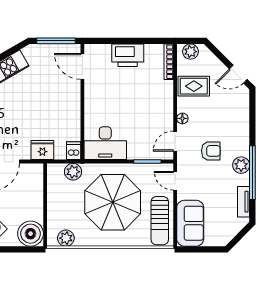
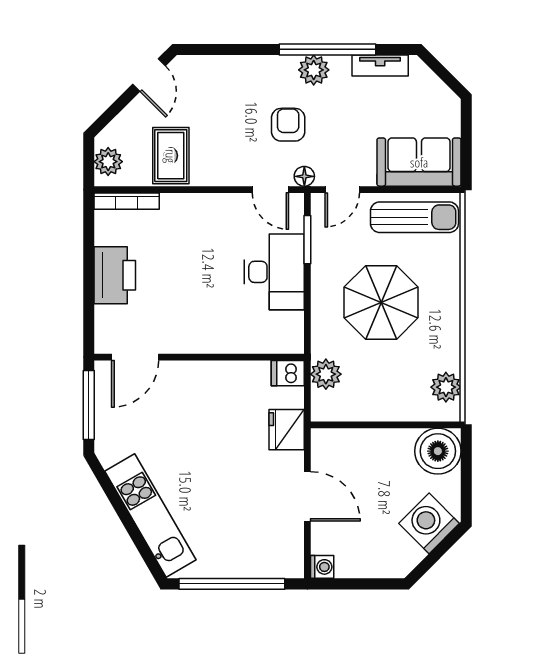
floor lamp: (182, 118) -> (304, 176), moved
desk: (105, 143) -> (274, 272), moved
parasol: (113, 202) -> (381, 302), width x0.73, depth x0.73

